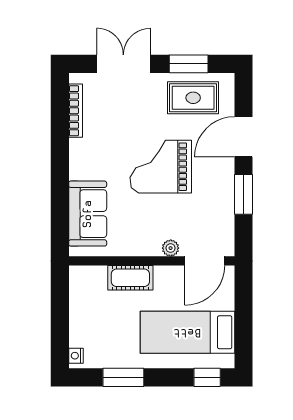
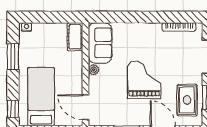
sofa: (88, 214) -> (100, 43), moved, turned -90
plant: (171, 248) -> (94, 70), moved
cot: (130, 278) -> (75, 37), moved

